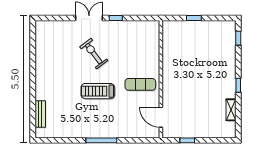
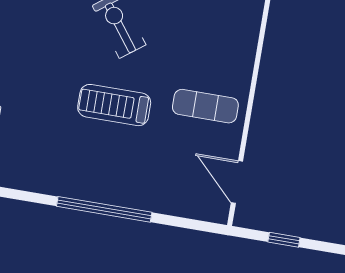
window: (101, 140) -> (104, 209), width x1.46

